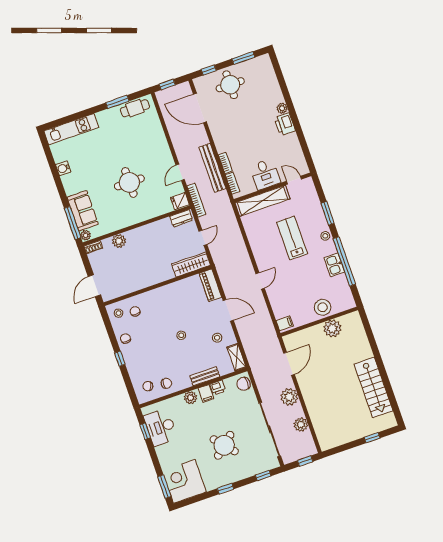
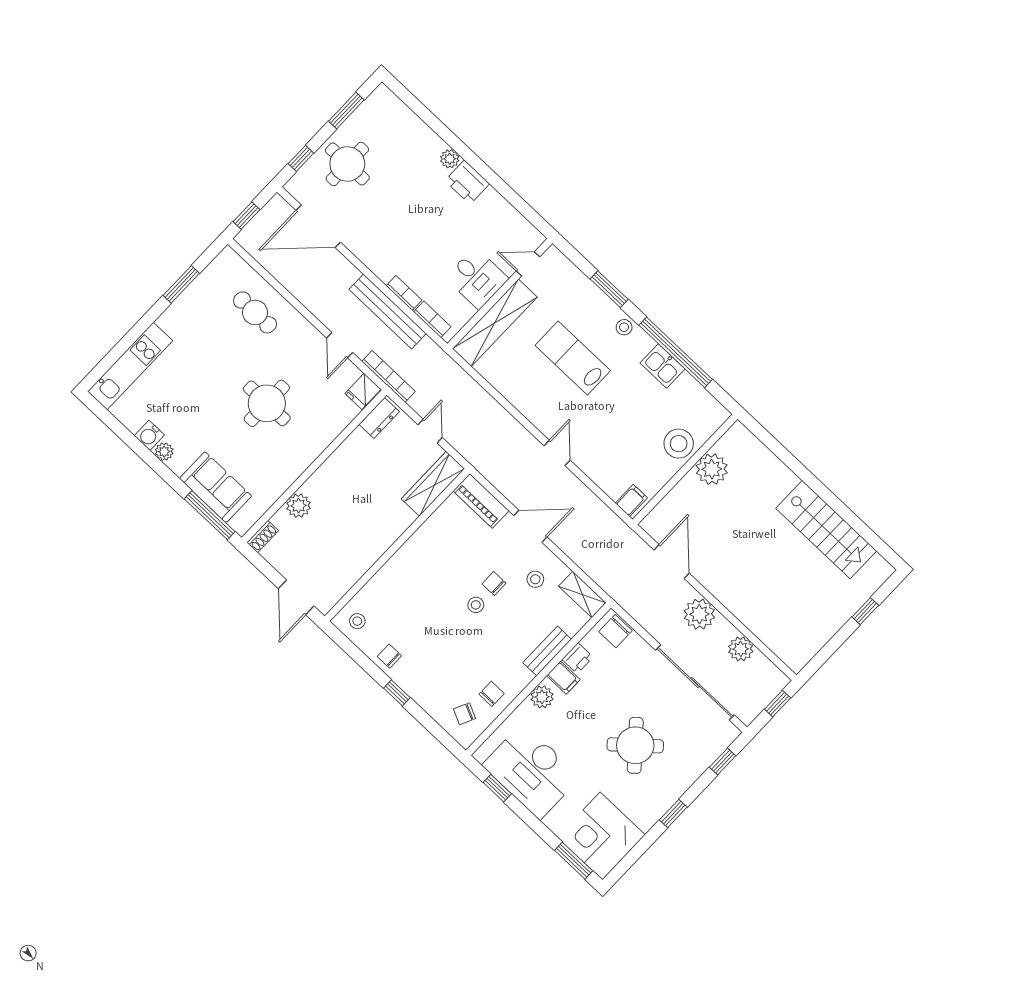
cafe table: (135, 108) -> (255, 312), moved, turned 90
plant: (86, 235) -> (164, 452), moved
chair: (135, 311) -> (494, 584), moved
desk: (161, 427) -> (531, 771), width x1.36, depth x1.30

